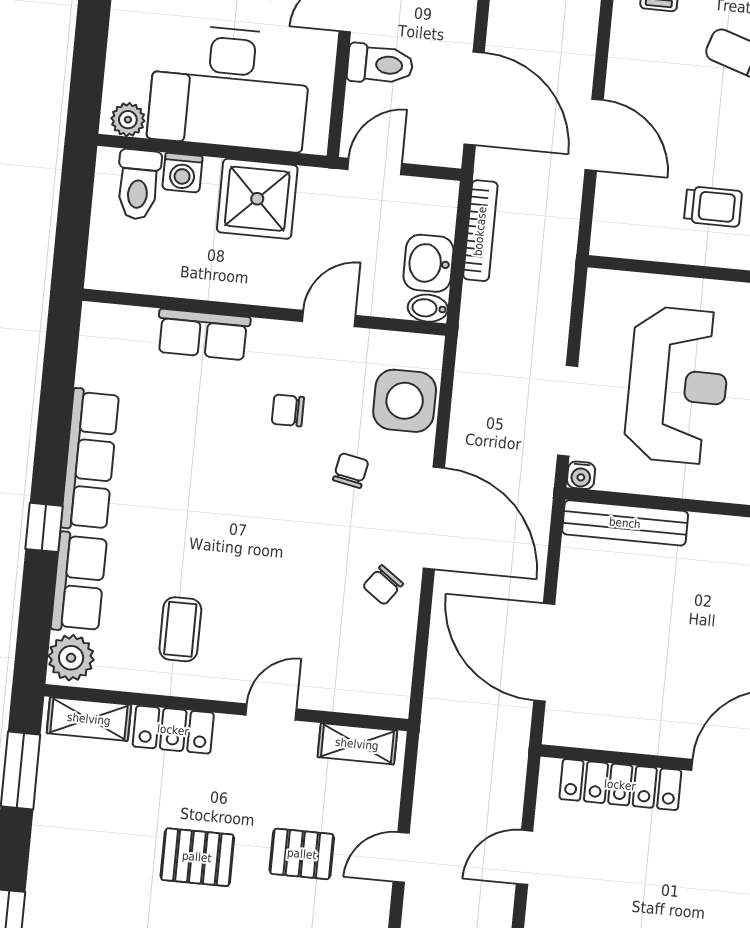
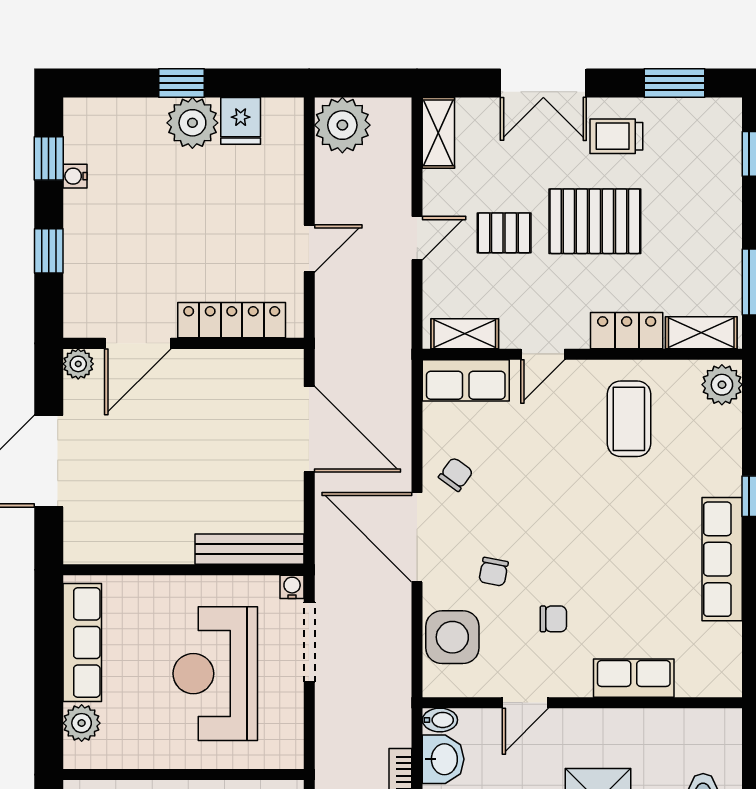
row of seats: (79, 582) -> (466, 380), moved, turned -90
coffee table: (180, 629) -> (629, 419), width x1.36, depth x1.30
pallet: (197, 857) -> (595, 221), width x1.50, depth x1.42

